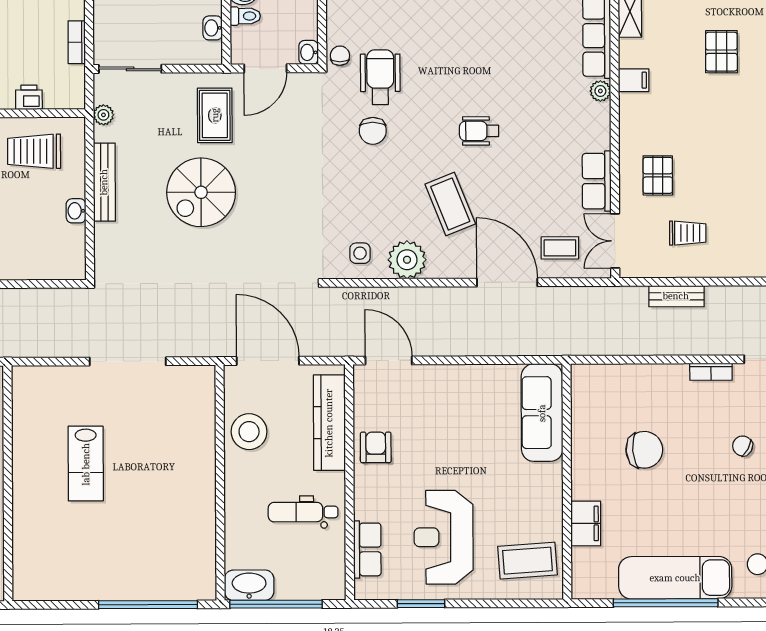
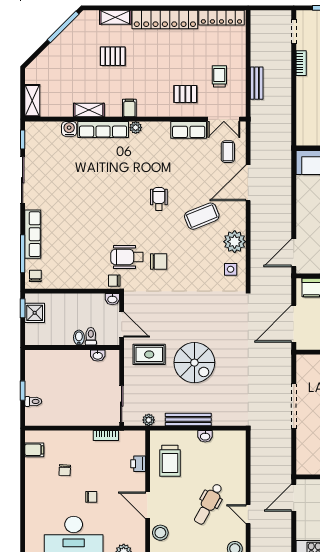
wheelchair: (479, 131) -> (159, 199), turned 180

